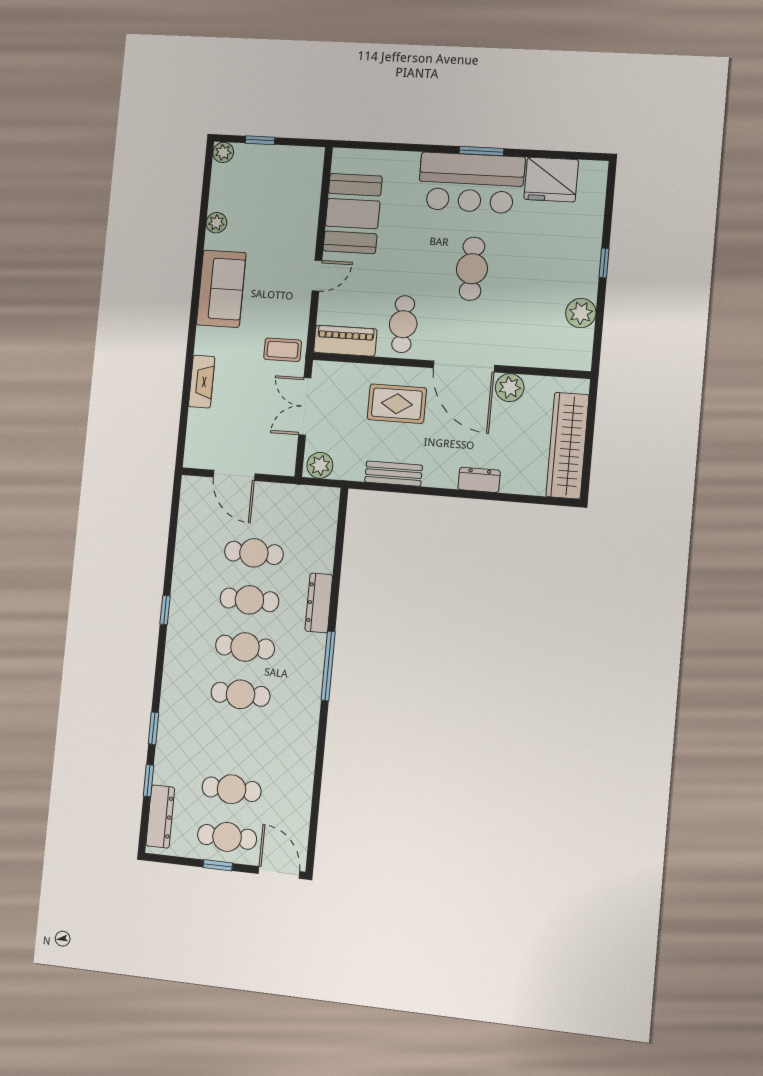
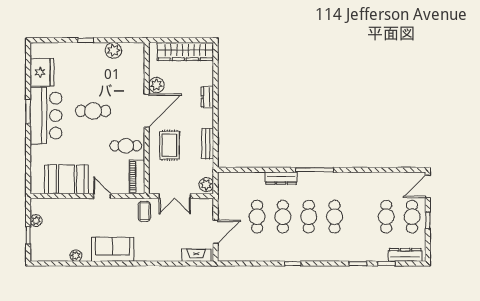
plant: (223, 152) -> (36, 221), moved
fireplace: (202, 382) -> (196, 255), moved

